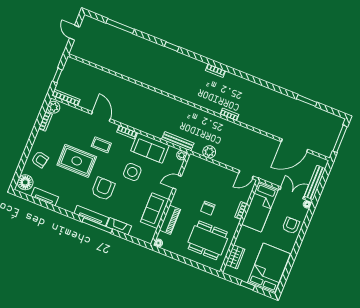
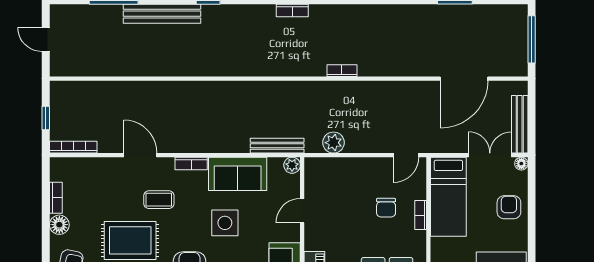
bench: (144, 44) -> (162, 14), added
plant: (54, 107) -> (60, 170), removed
floor lamp: (41, 137) -> (59, 225), added
chair: (208, 208) -> (386, 208), moved

